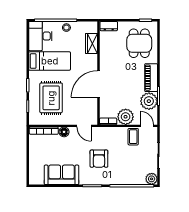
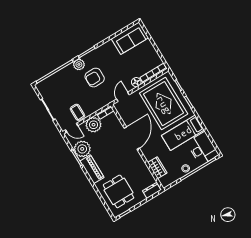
rug: (51, 98) -> (164, 104), width x1.37, depth x1.44
door: (84, 126) -> (123, 97), hinge flipped
armchair: (99, 159) -> (95, 78), turned -90
sofa: (61, 175) -> (130, 38), moved
plant: (152, 179) -> (79, 64), moved

